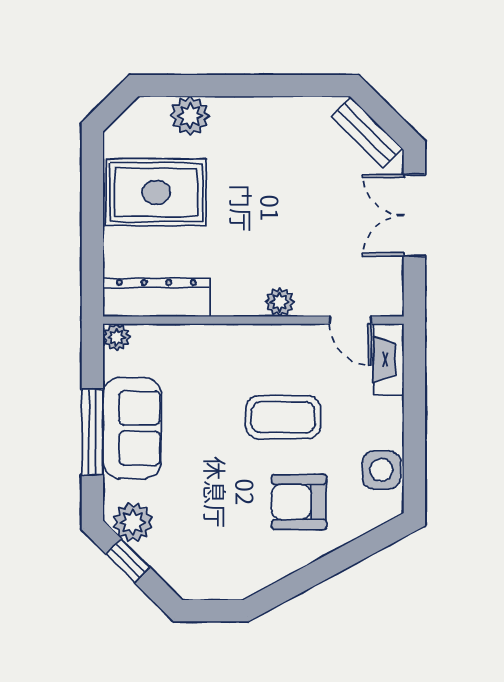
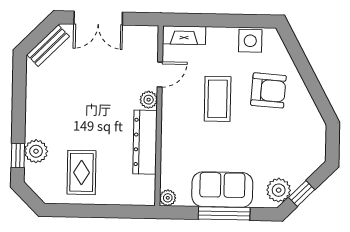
window: (182, 86) -> (18, 156), added
rug: (156, 192) -> (82, 172), width x0.73, depth x0.70
dresser: (156, 297) -> (145, 142), moved
door: (350, 320) -> (160, 74), moved
armchair: (299, 502) -> (268, 90), turned -86

